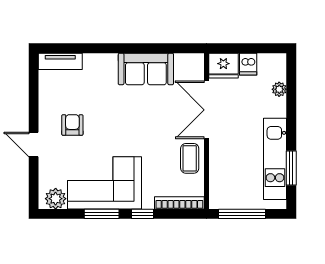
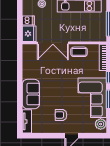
sofa: (146, 69) -> (31, 94), moved

